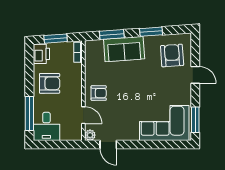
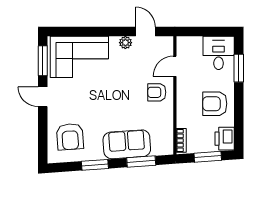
door: (195, 75) -> (43, 97), moved
window: (29, 114) -> (239, 68), width x0.69
door: (83, 115) -> (175, 66), hinge flipped
plant: (90, 135) -> (125, 43), moved

